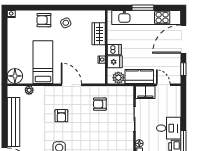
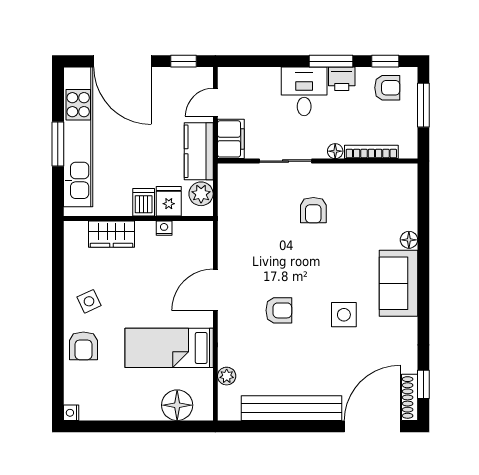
floor lamp: (15, 76) -> (177, 405), moved
armchair: (100, 104) -> (313, 210), moved

